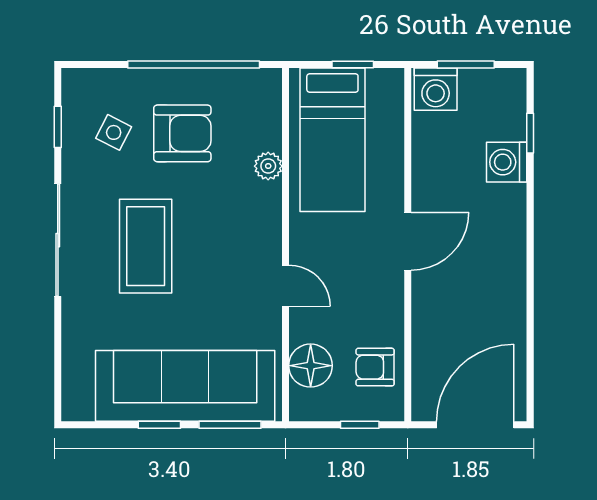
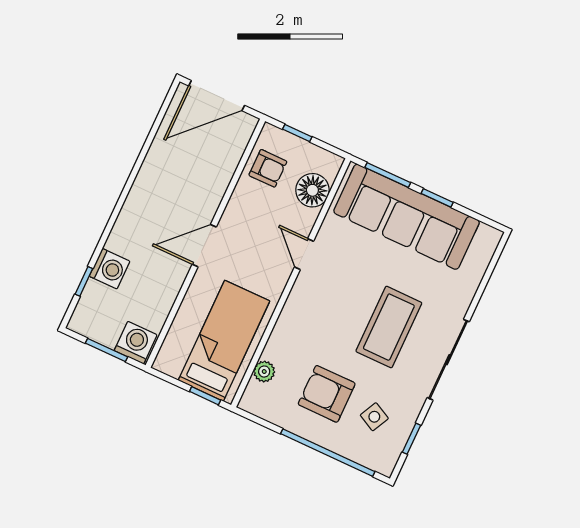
window: (194, 65) -> (328, 453), moved
window: (353, 65) -> (205, 396), moved
plant: (268, 166) -> (264, 372), moved

